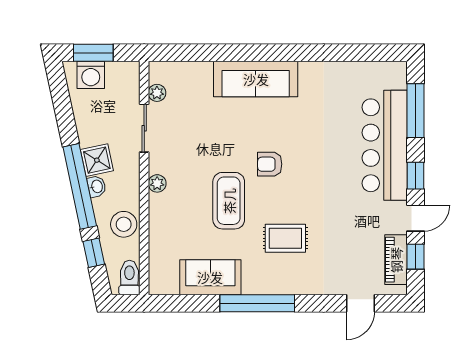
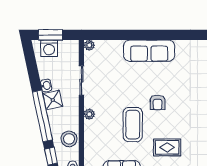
plant: (157, 93) -> (89, 45), moved
armchair: (270, 164) -> (158, 102), turned -90
washbasin: (97, 186) -> (46, 85), moved

